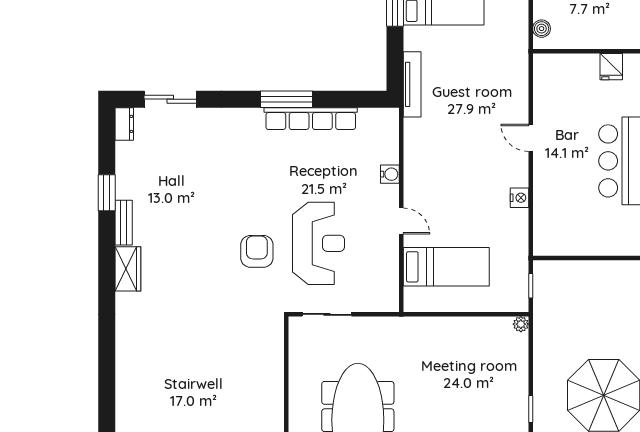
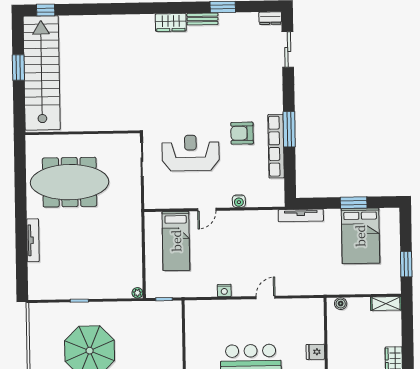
reception desk: (318, 243) -> (191, 153), turned 180
armchair: (257, 251) -> (242, 133), moved, turned 180

